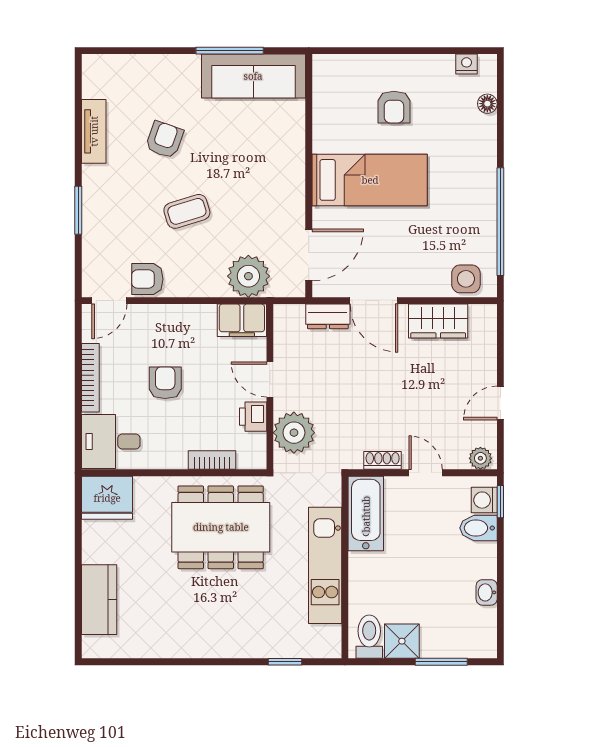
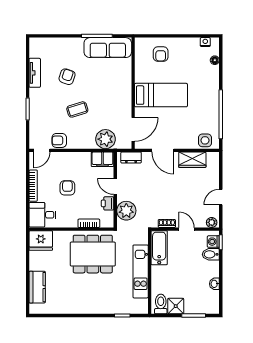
armchair: (394, 107) -> (161, 54), moved
dresser: (328, 316) -> (131, 158), moved

